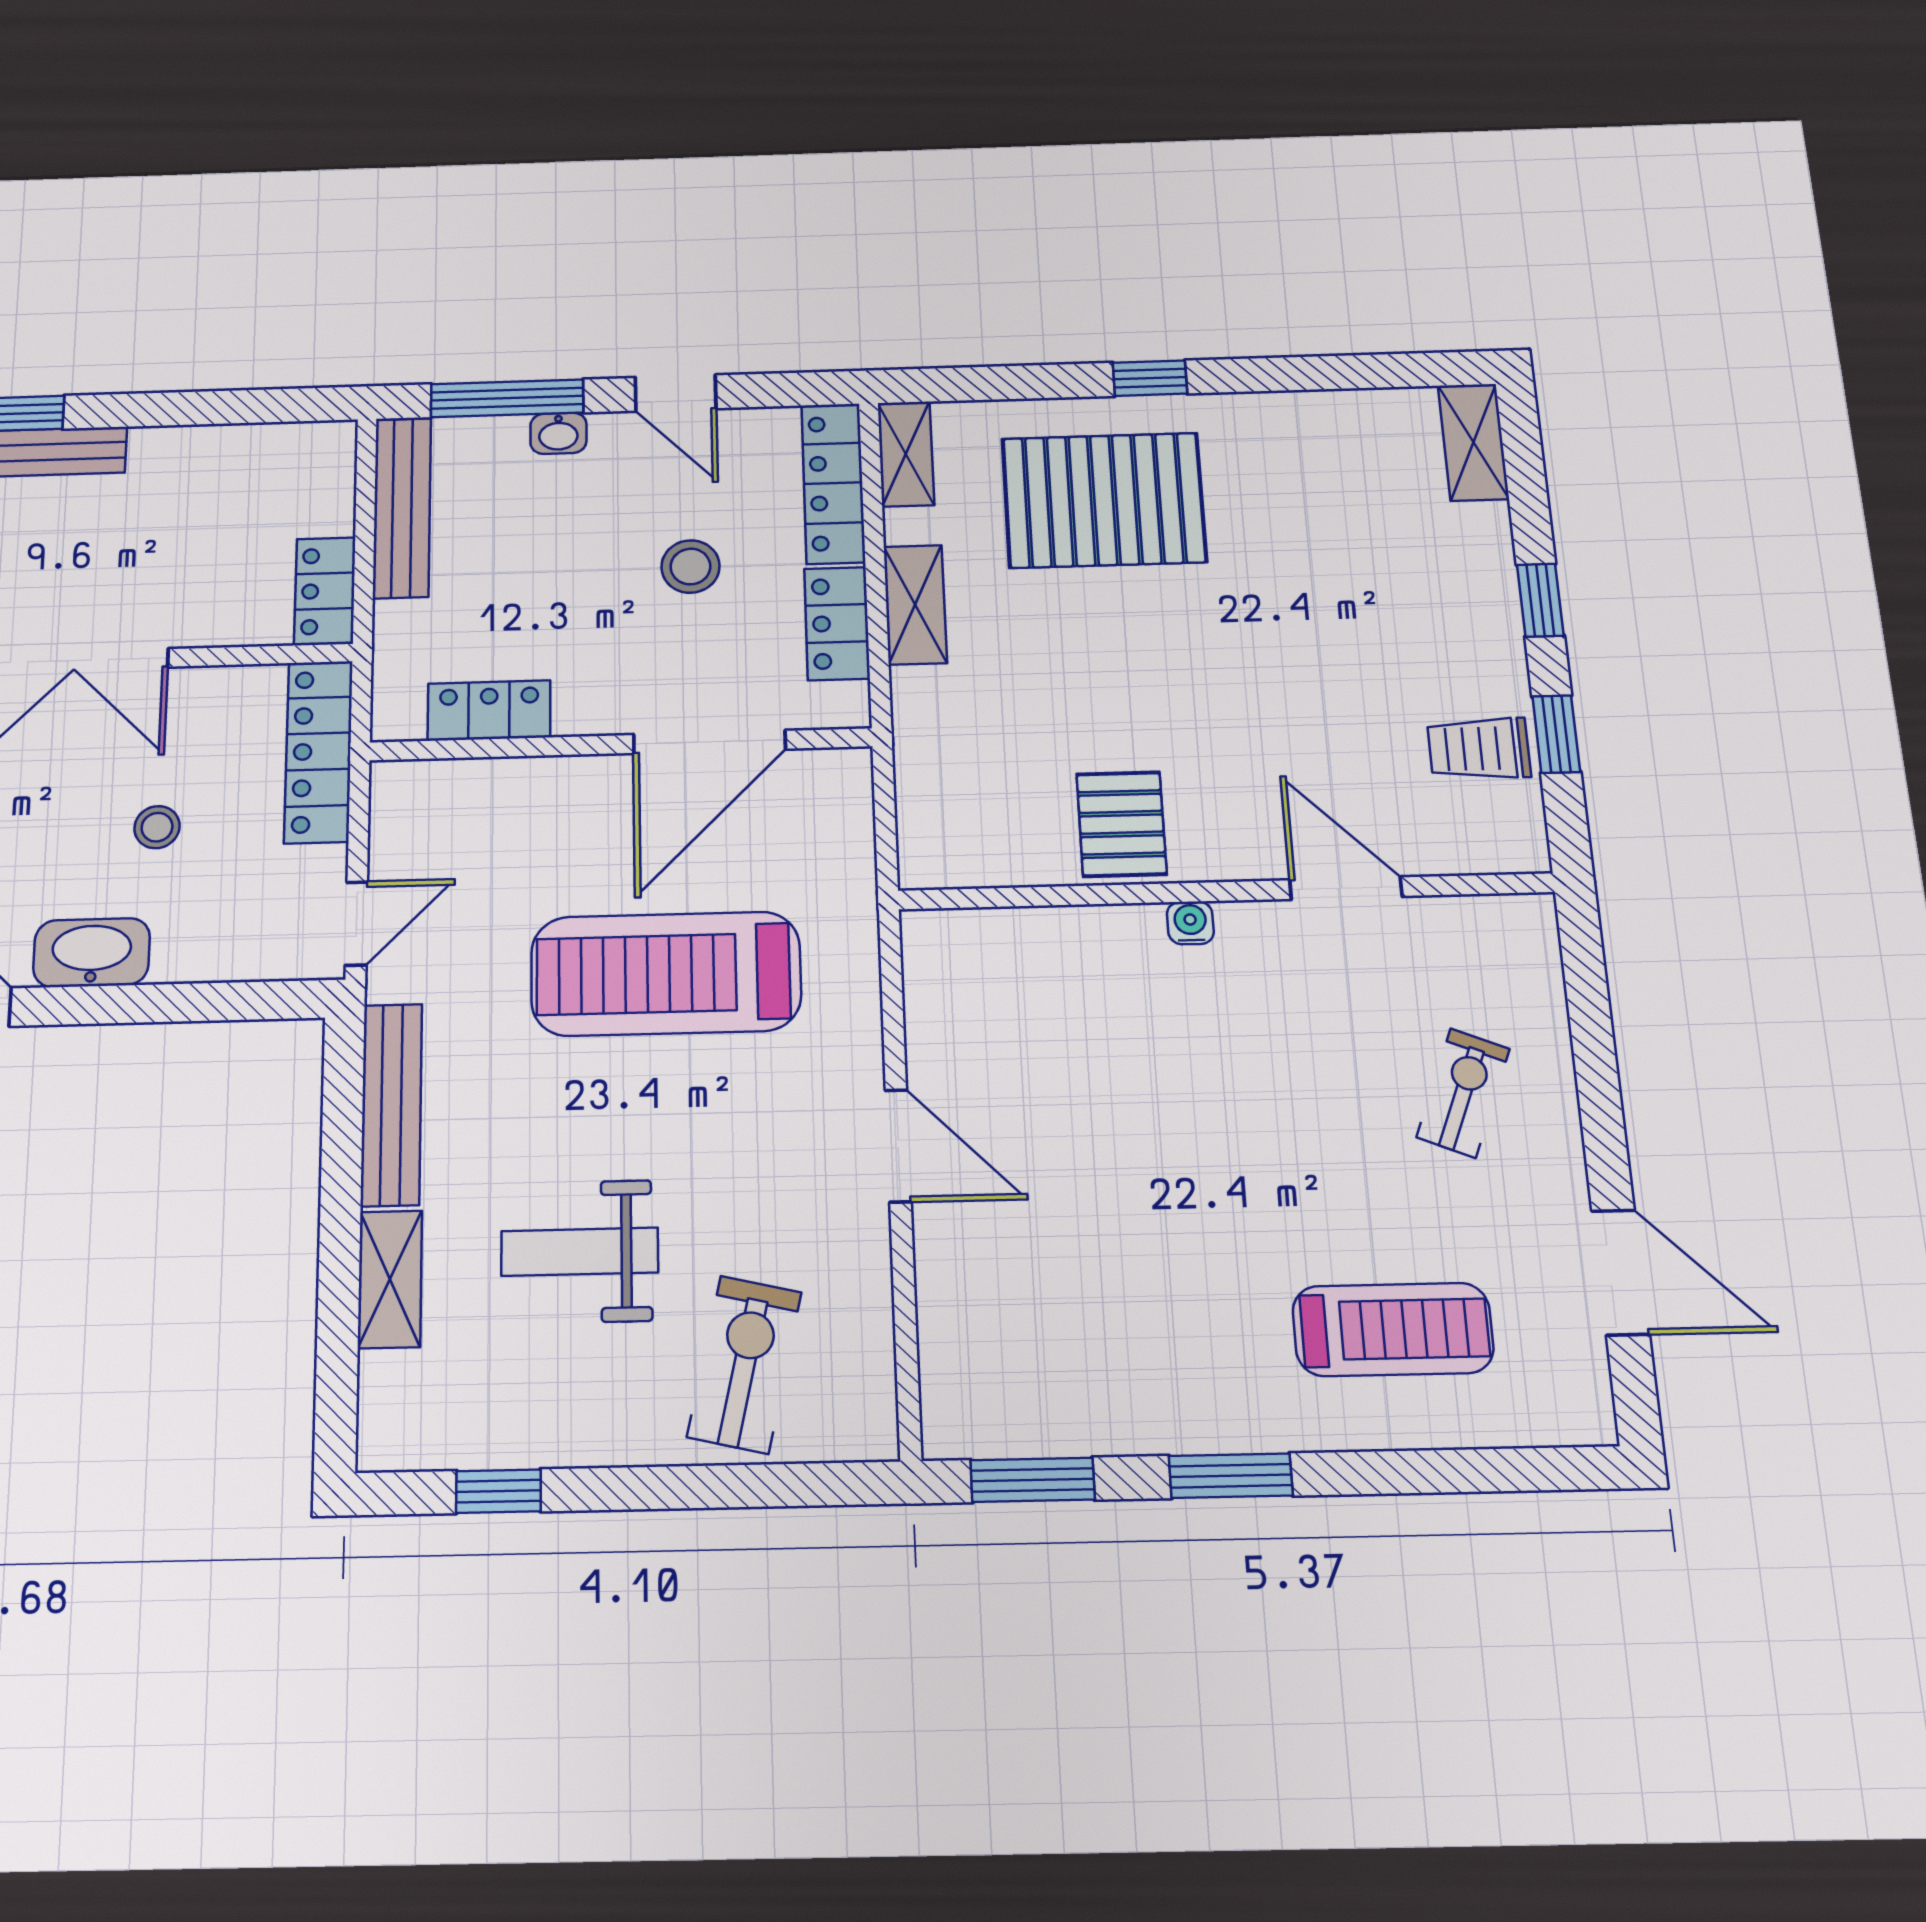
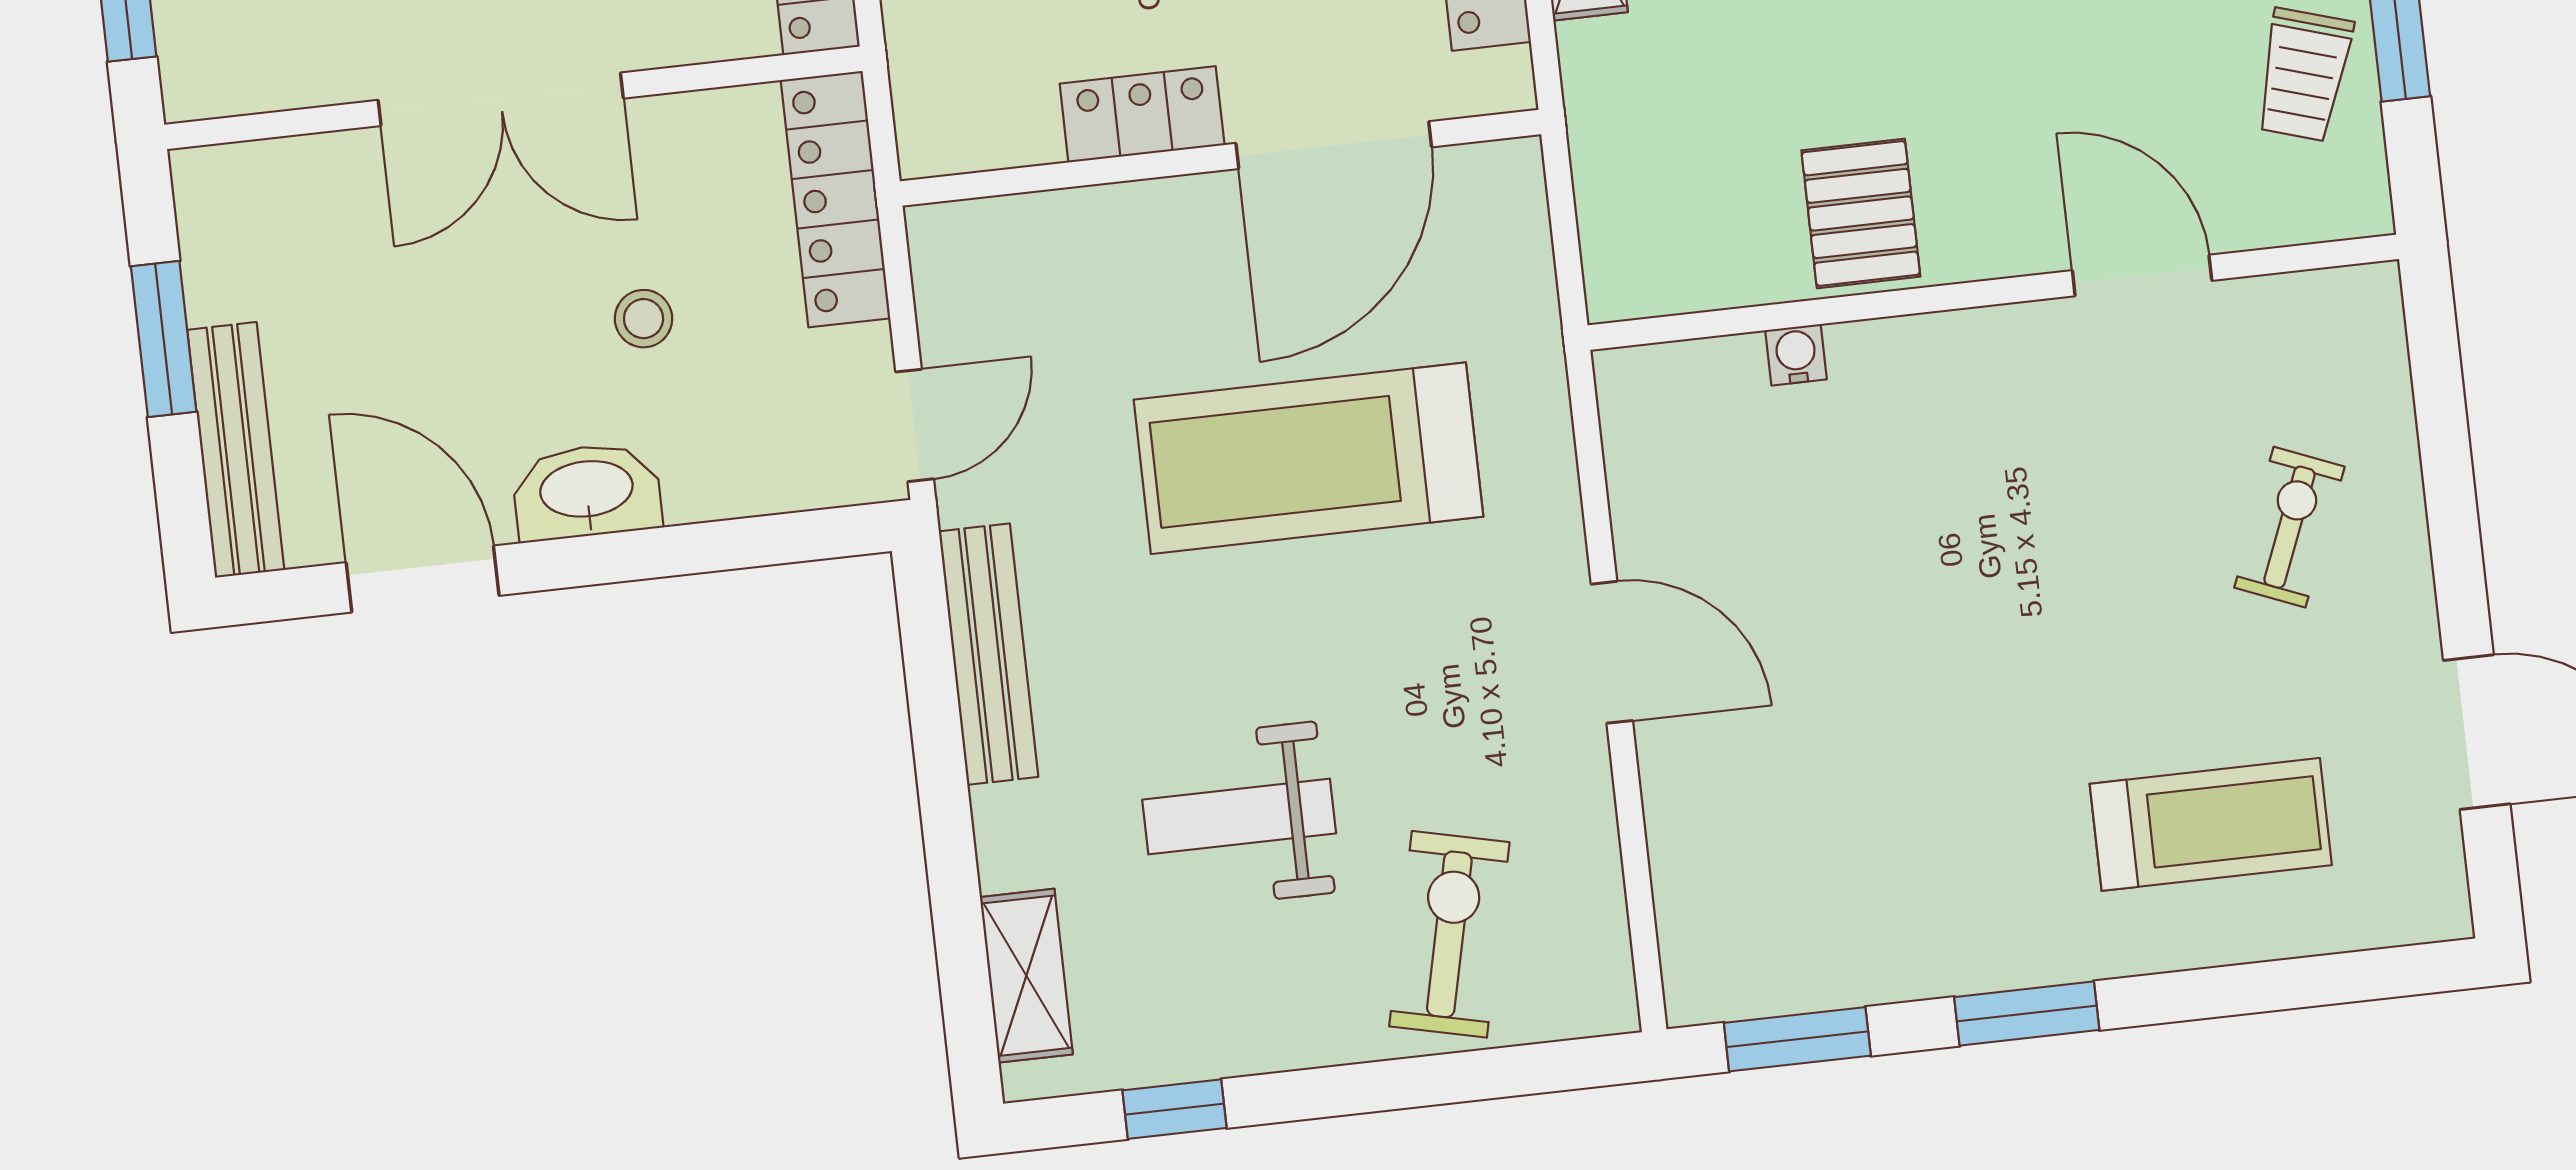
locker: (489, 710) -> (1142, 114), moved
trolley: (1479, 748) -> (2304, 75), turned -73
water cooler: (1190, 923) -> (1796, 355), moved
shelving: (390, 1279) -> (1026, 976), moved

